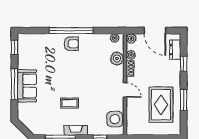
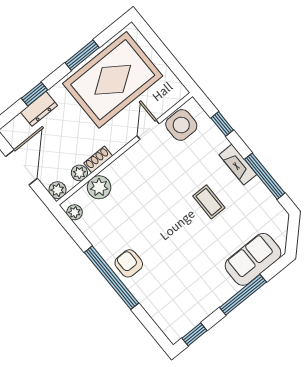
dresser: (175, 50) -> (39, 109), moved
sofa: (27, 86) -> (253, 259), moved
door: (125, 90) -> (148, 130), moved
rug: (161, 105) -> (113, 80), width x1.37, depth x1.44

